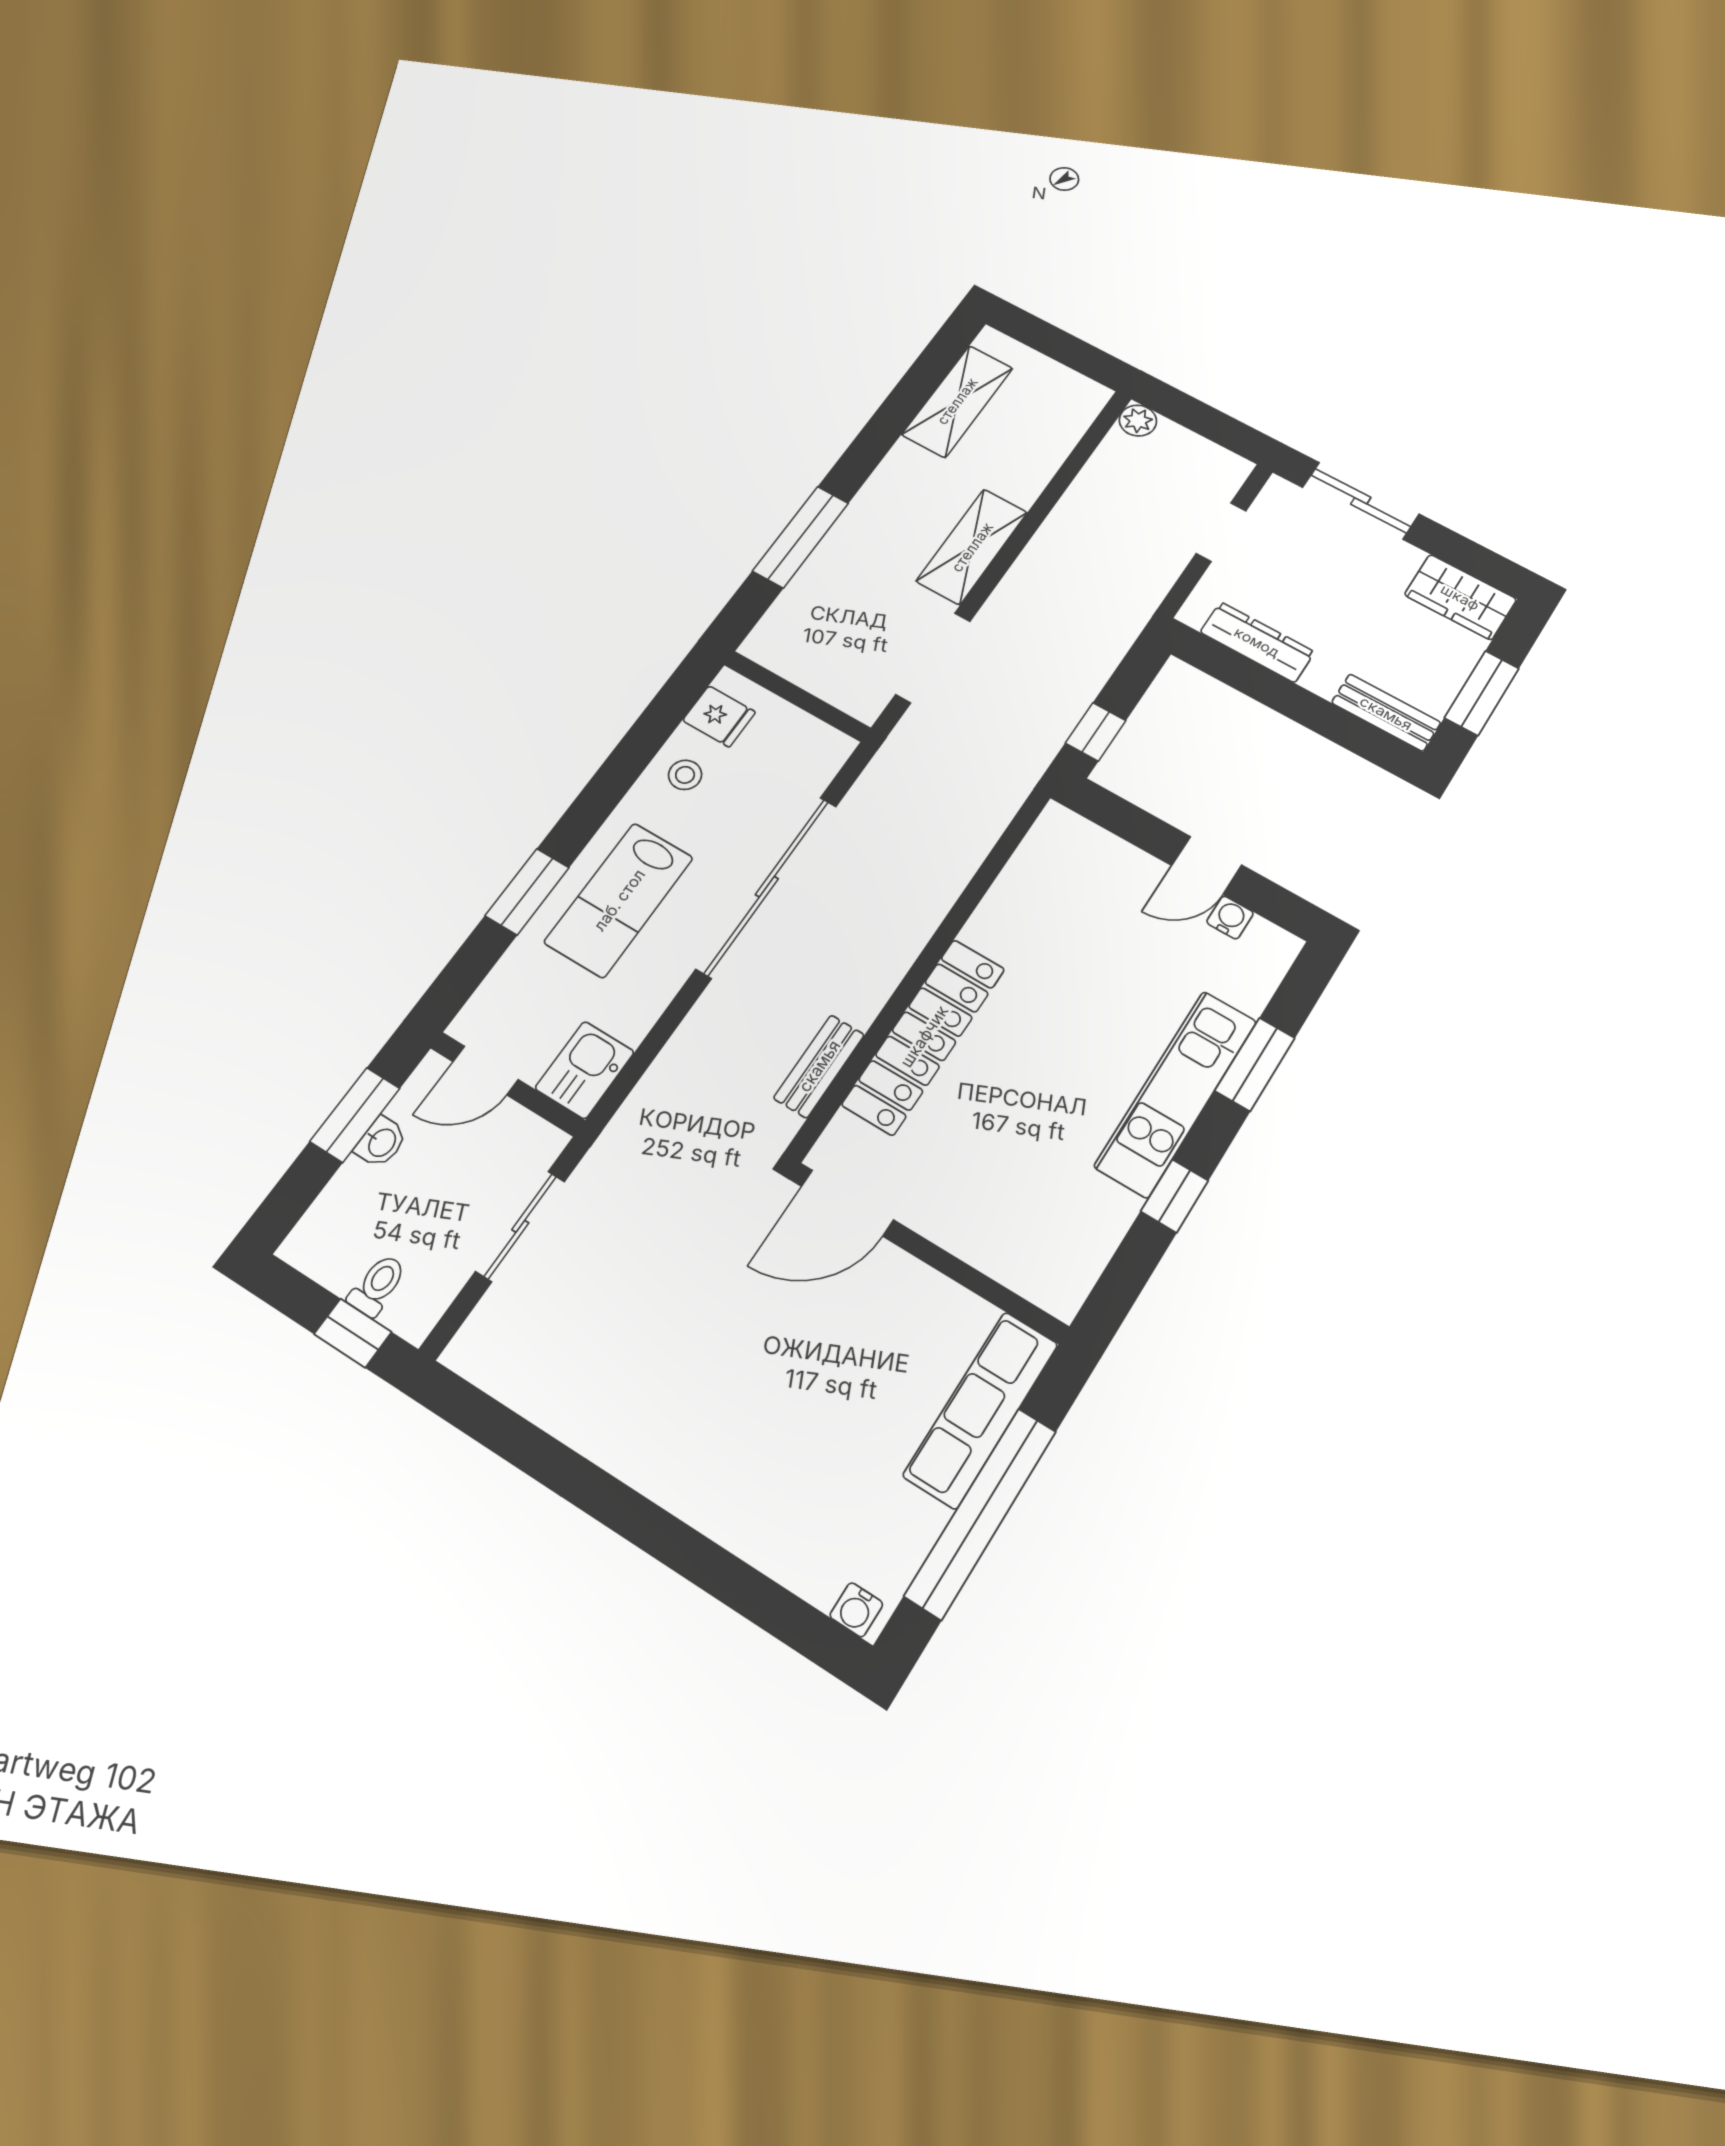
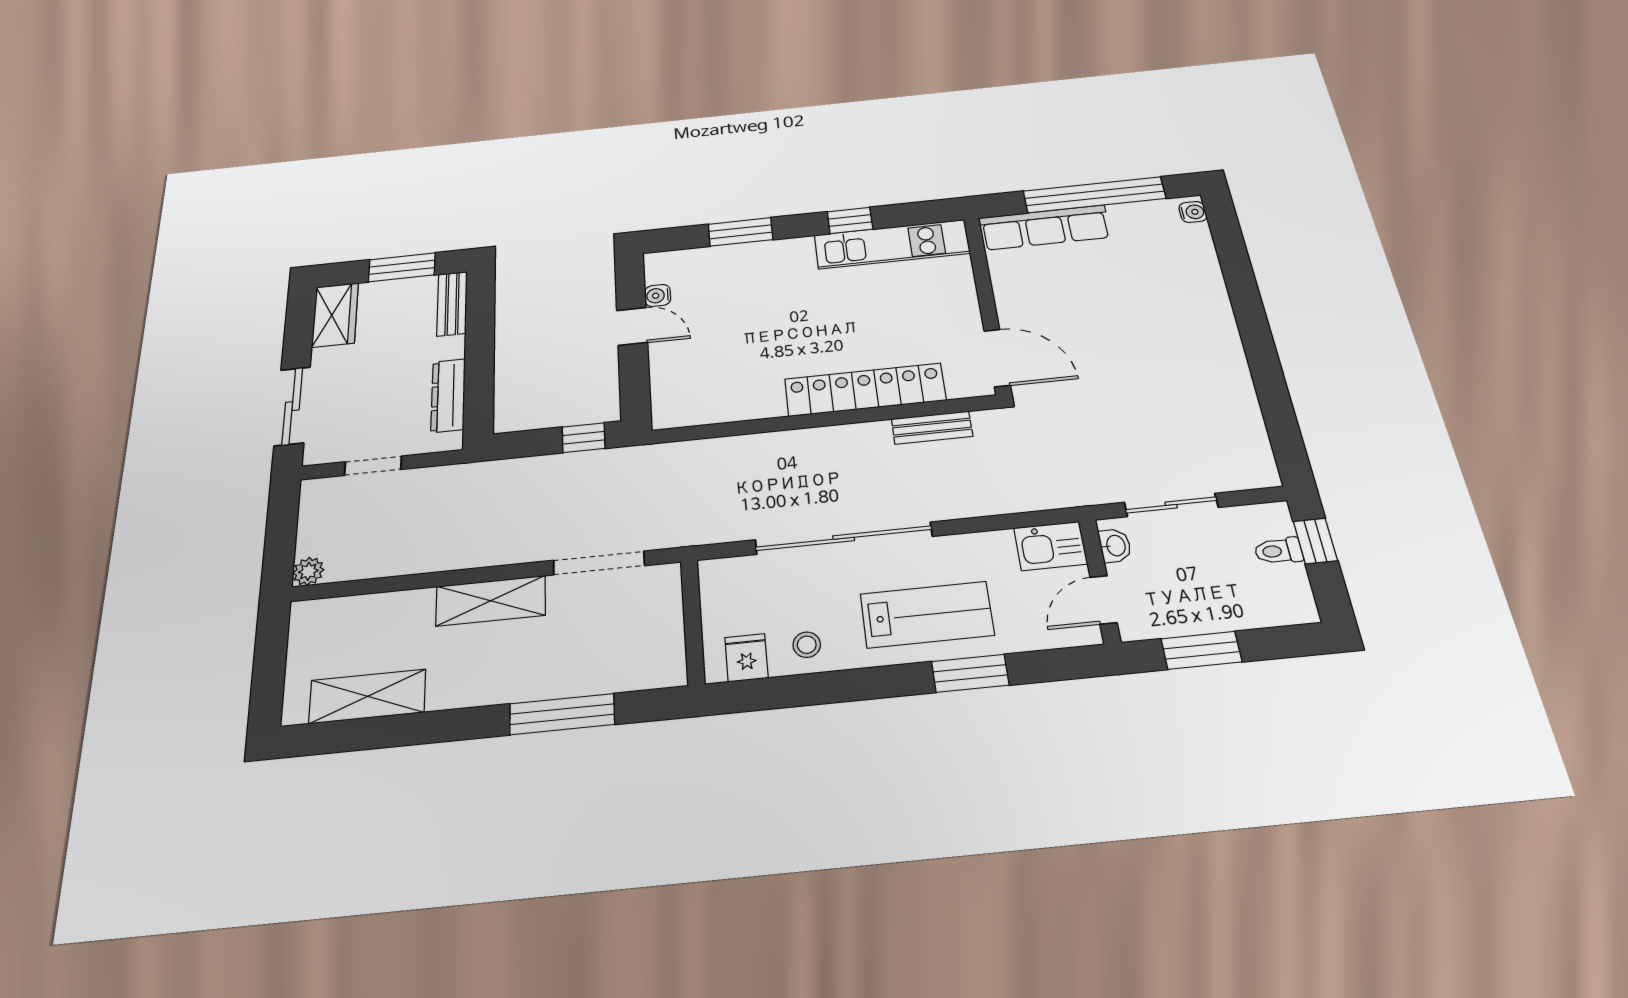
door: (486, 1071) -> (1104, 600), swing flipped
kitchen unit: (1176, 1093) -> (892, 244), moved
washbasin: (381, 1142) -> (1115, 546), moved, turned 90

